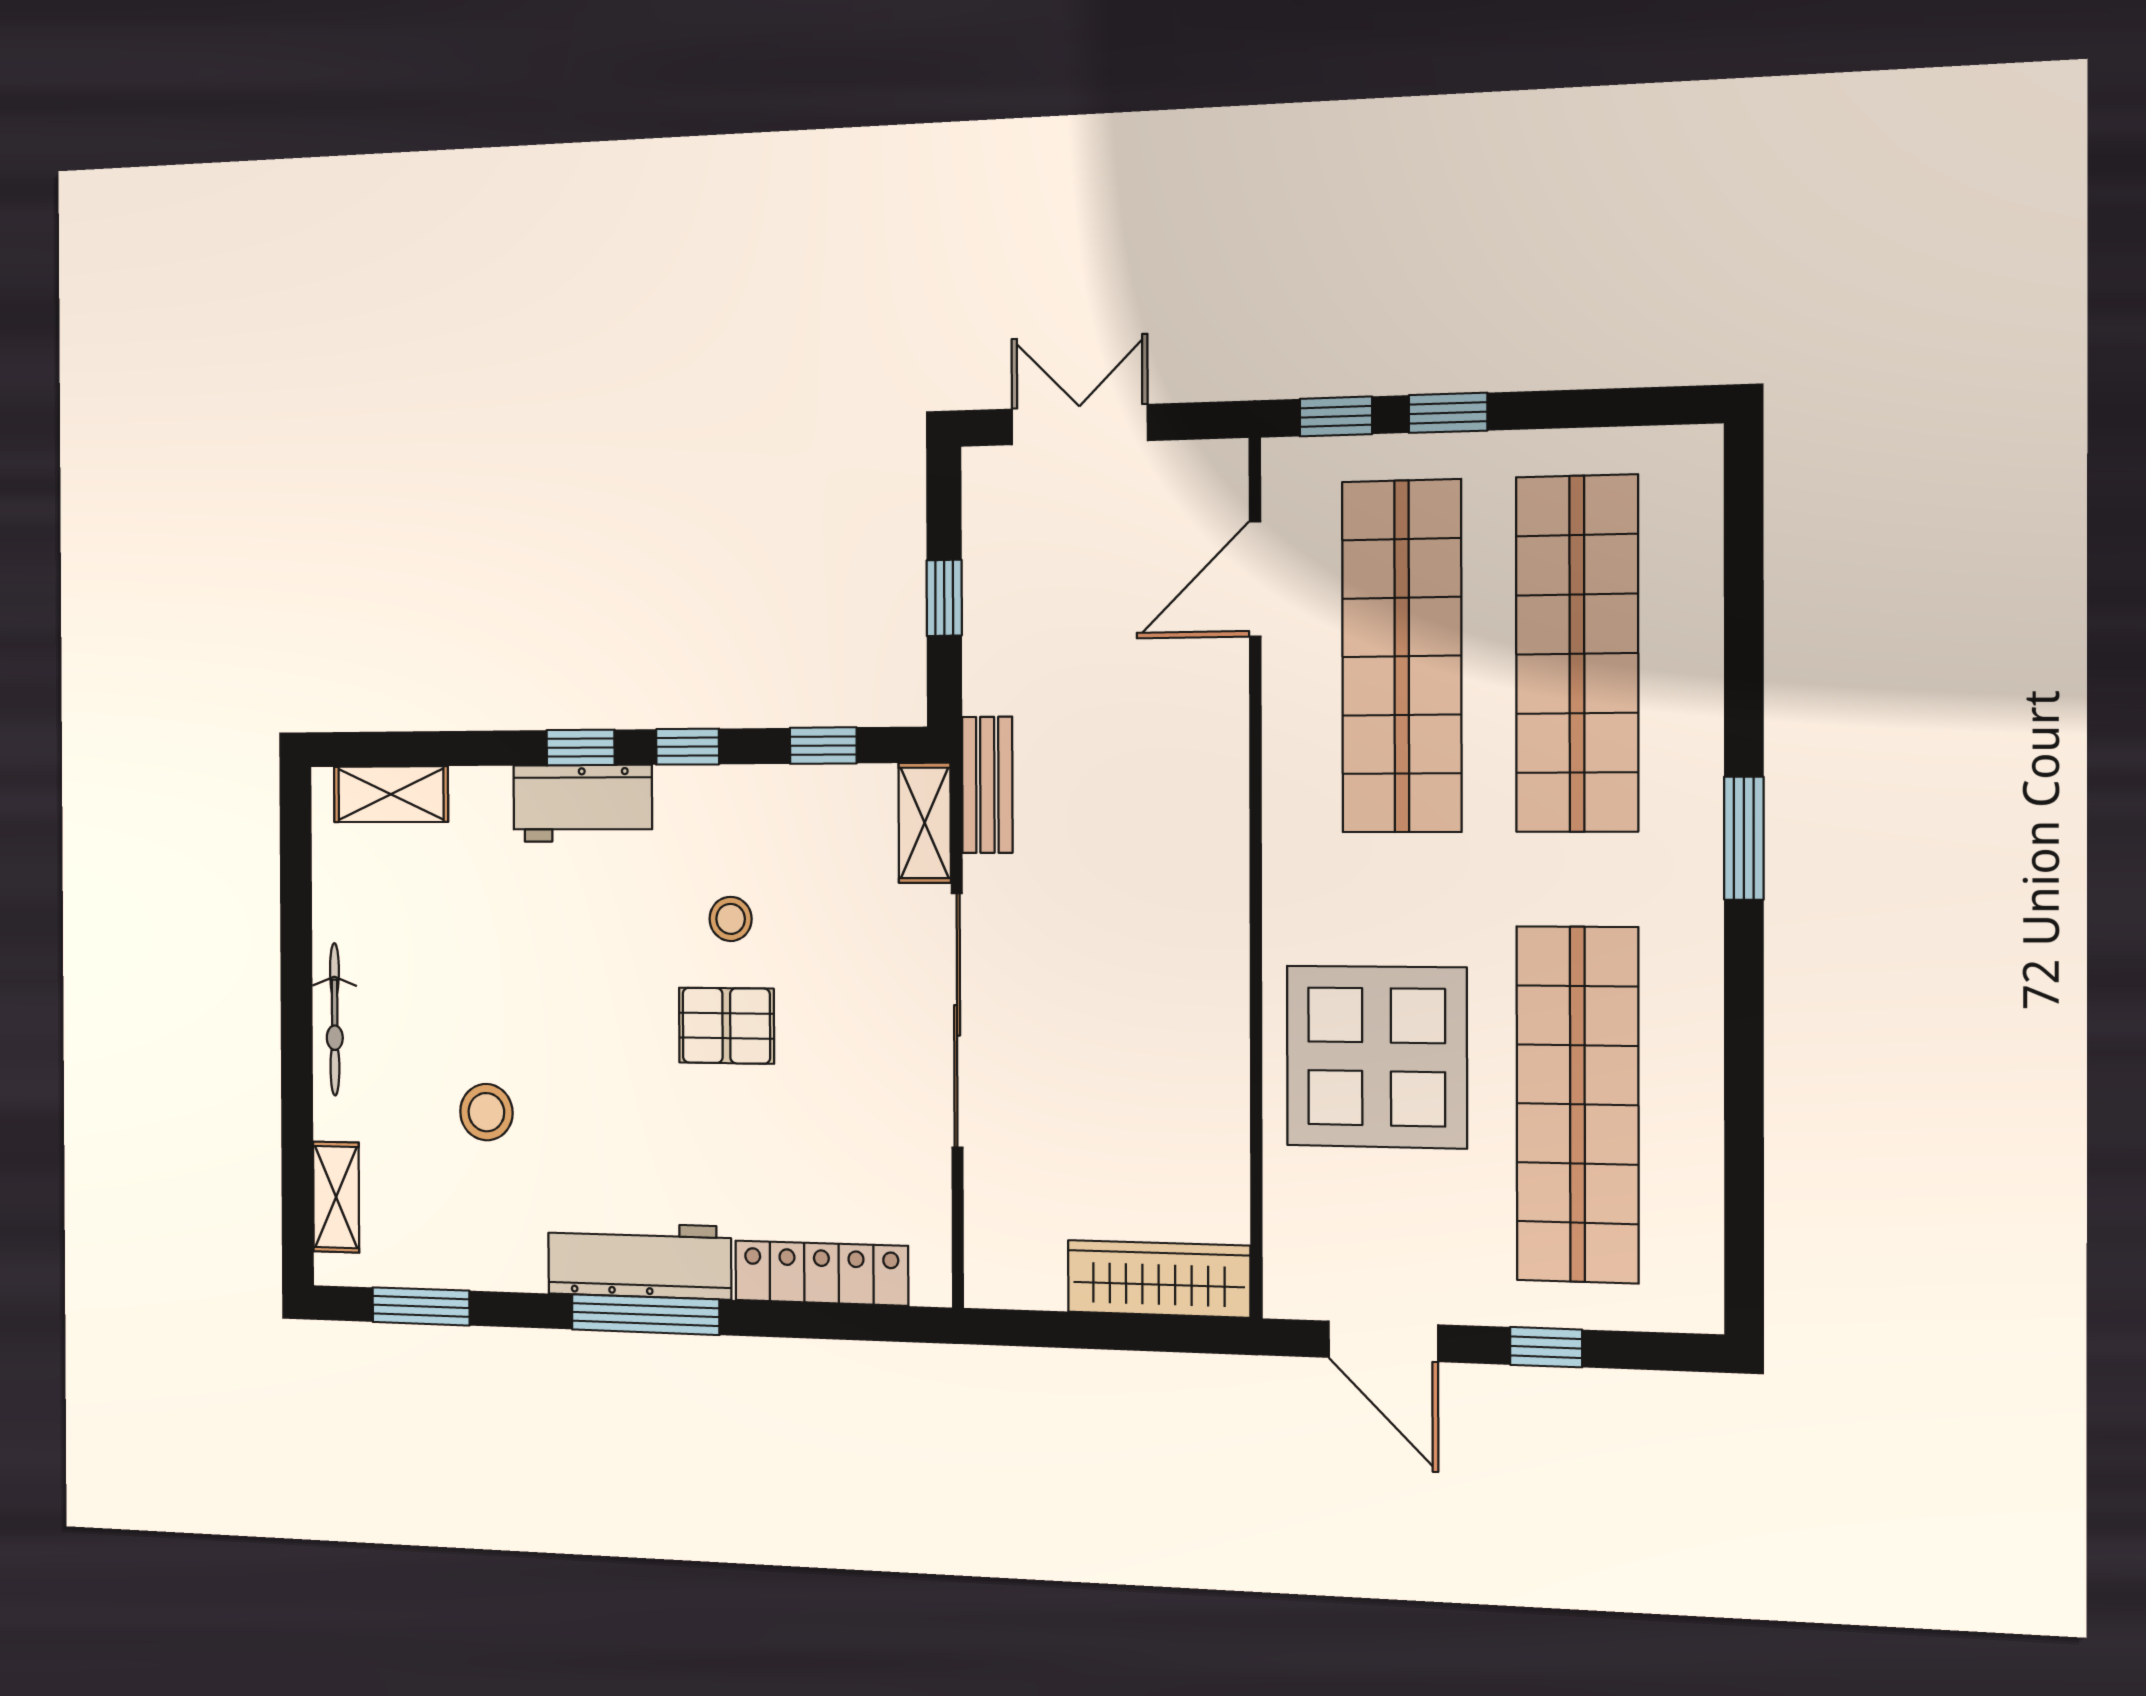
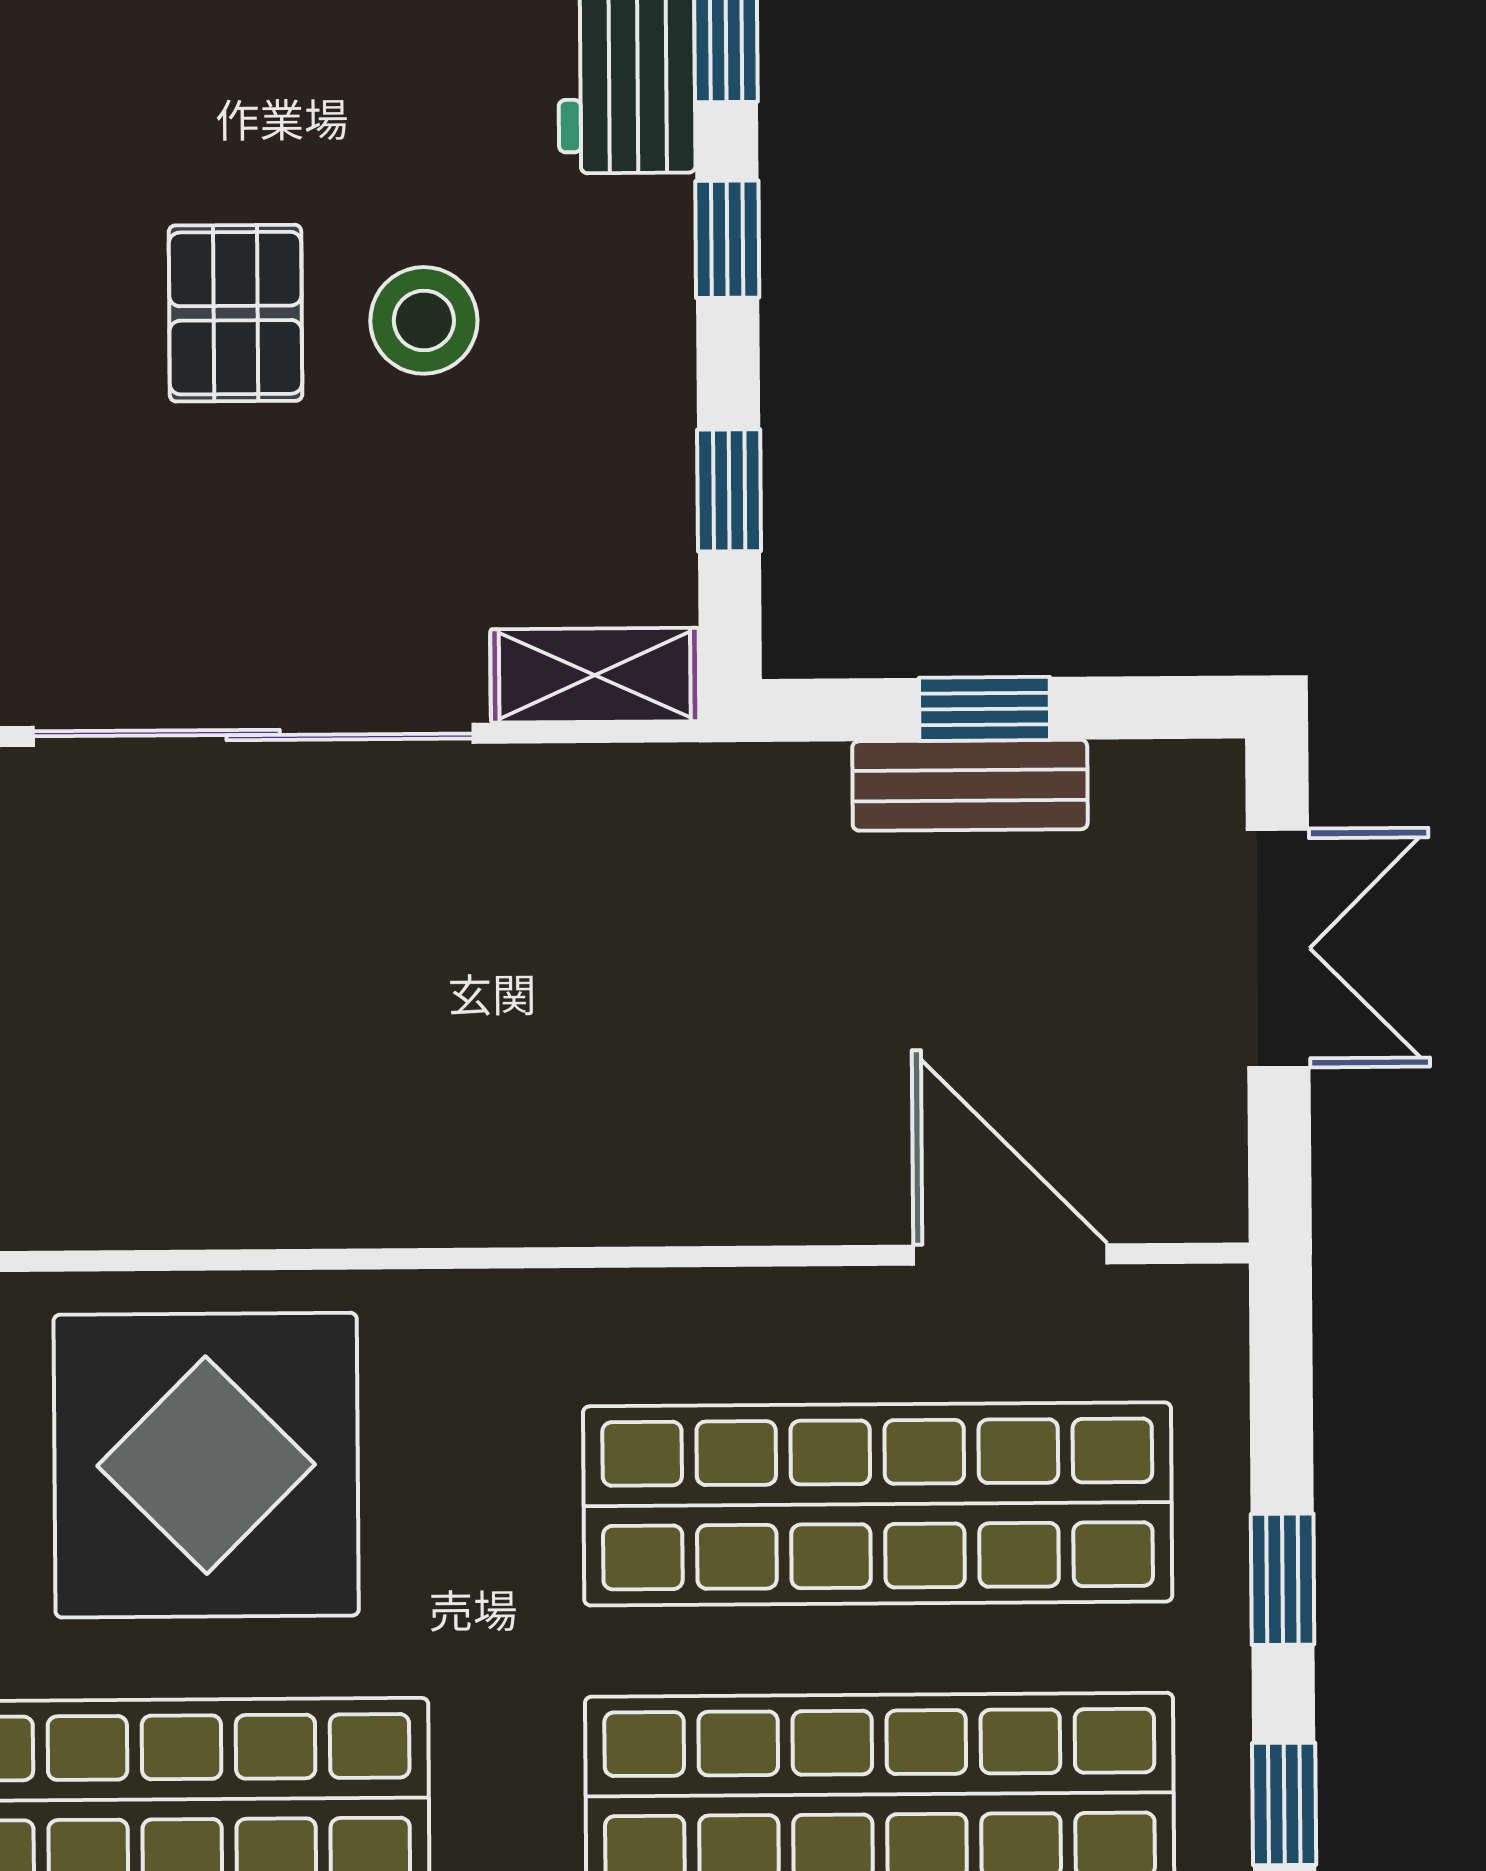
window: (1336, 416) -> (1284, 1804), moved
bench: (987, 785) -> (970, 785), moved
stool: (731, 919) -> (424, 320), width x1.37, depth x1.37

